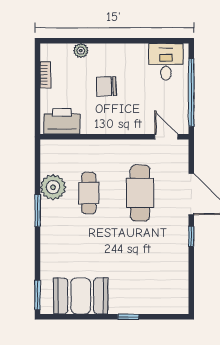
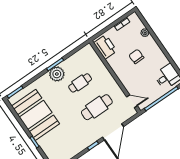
door: (166, 137) -> (132, 101), hinge flipped
plant: (53, 187) -> (57, 74), moved
booth: (81, 296) -> (36, 115), width x1.36, depth x1.42

